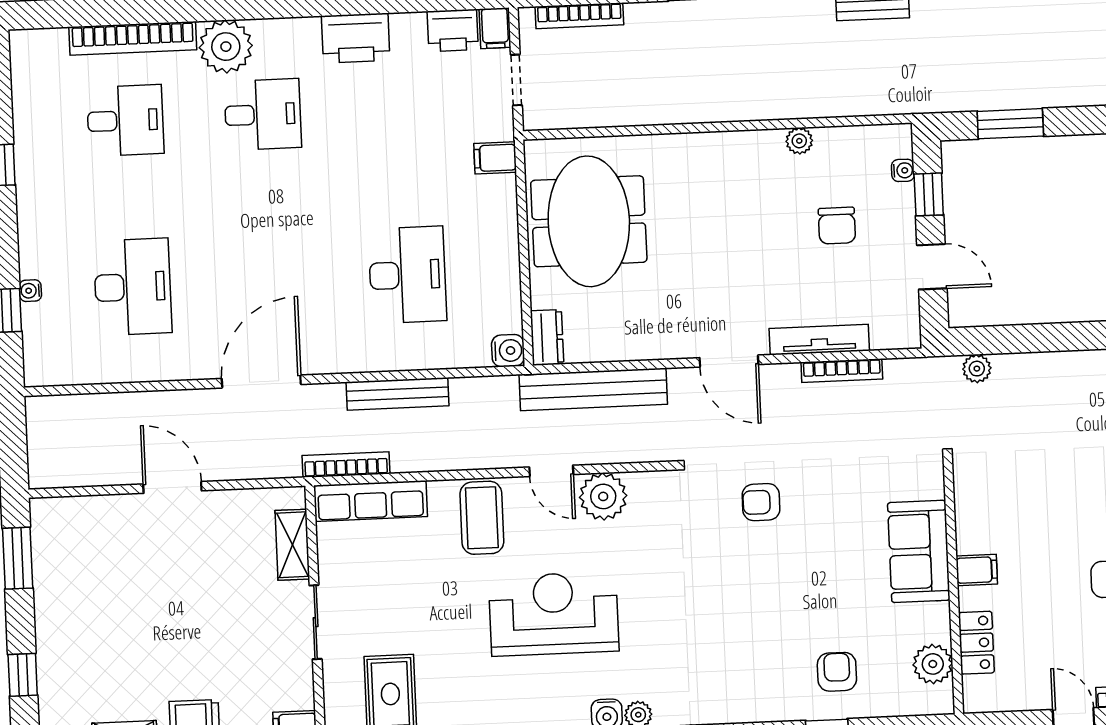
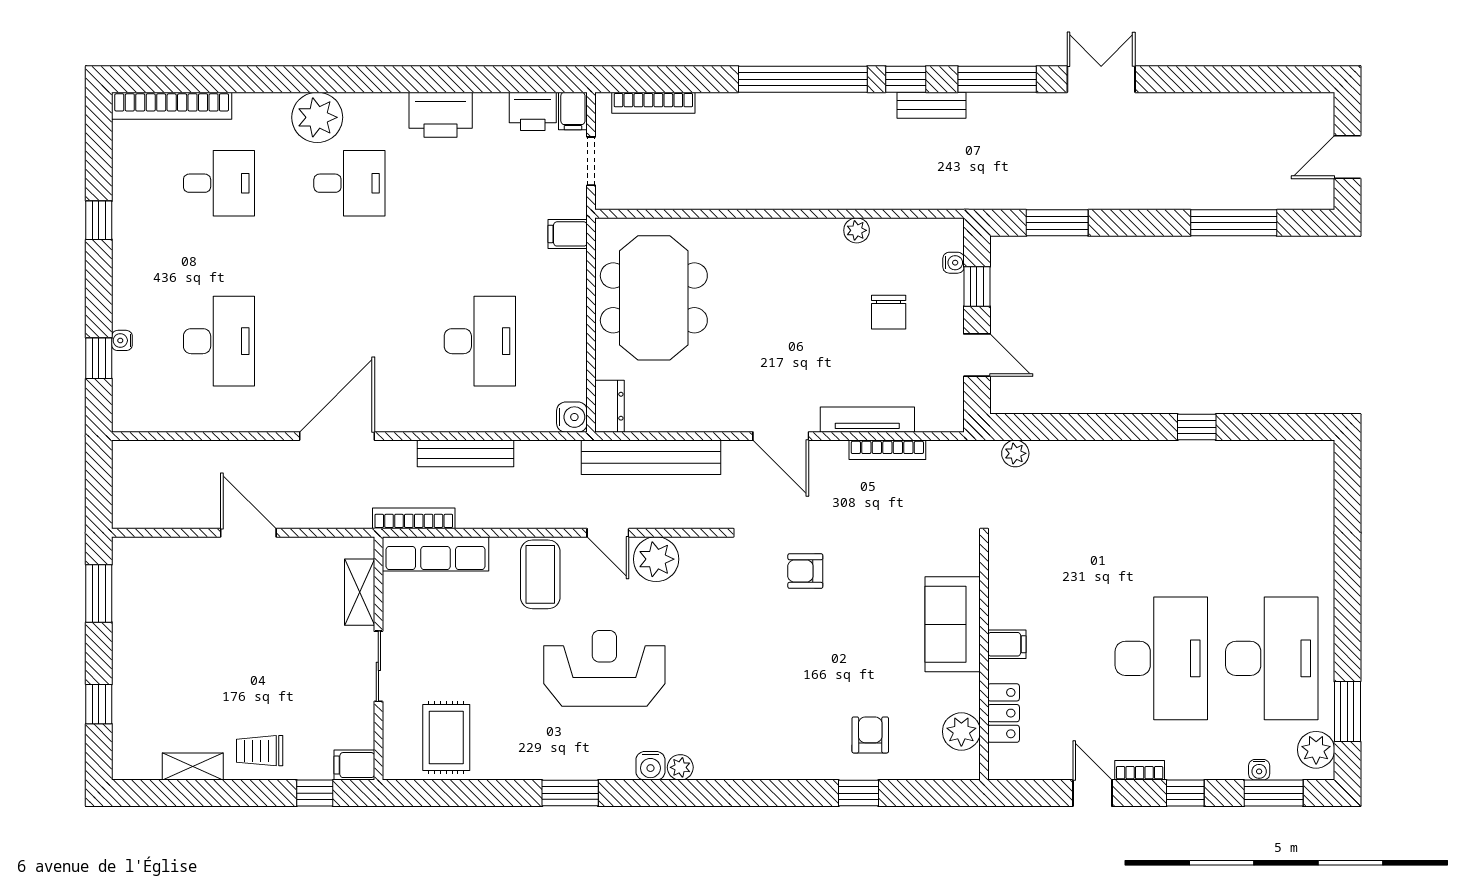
bookcase: (133, 38) -> (172, 106), moved

